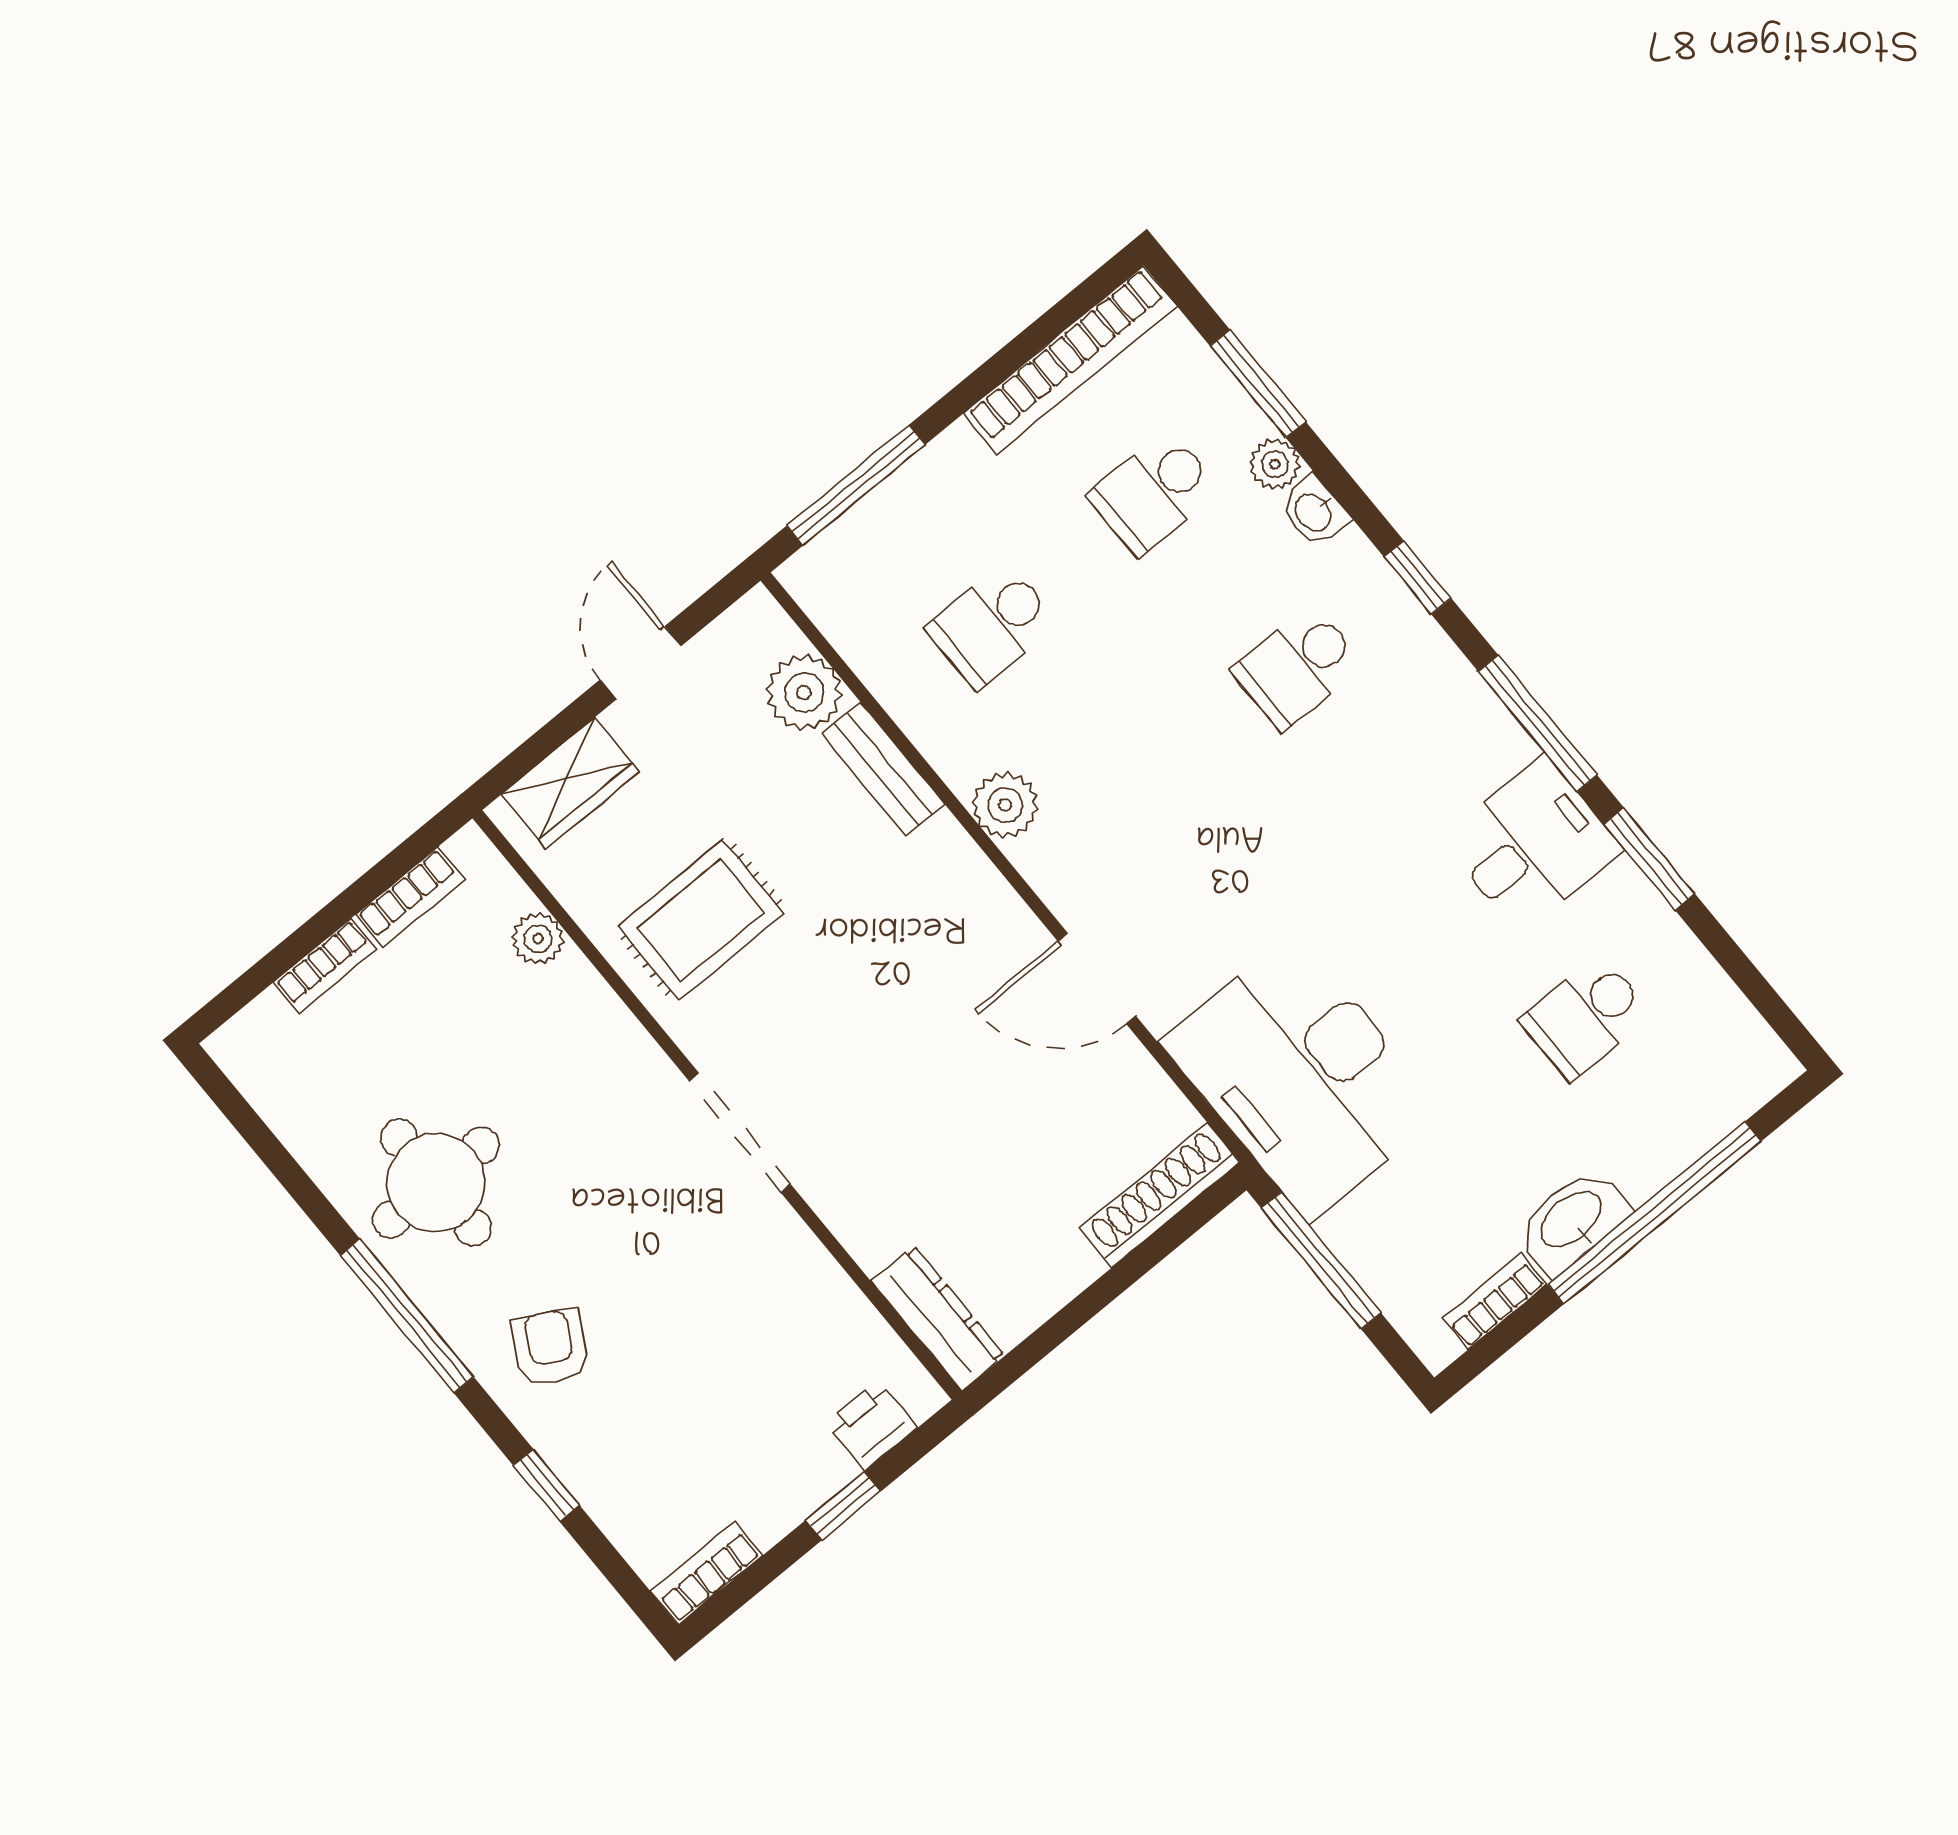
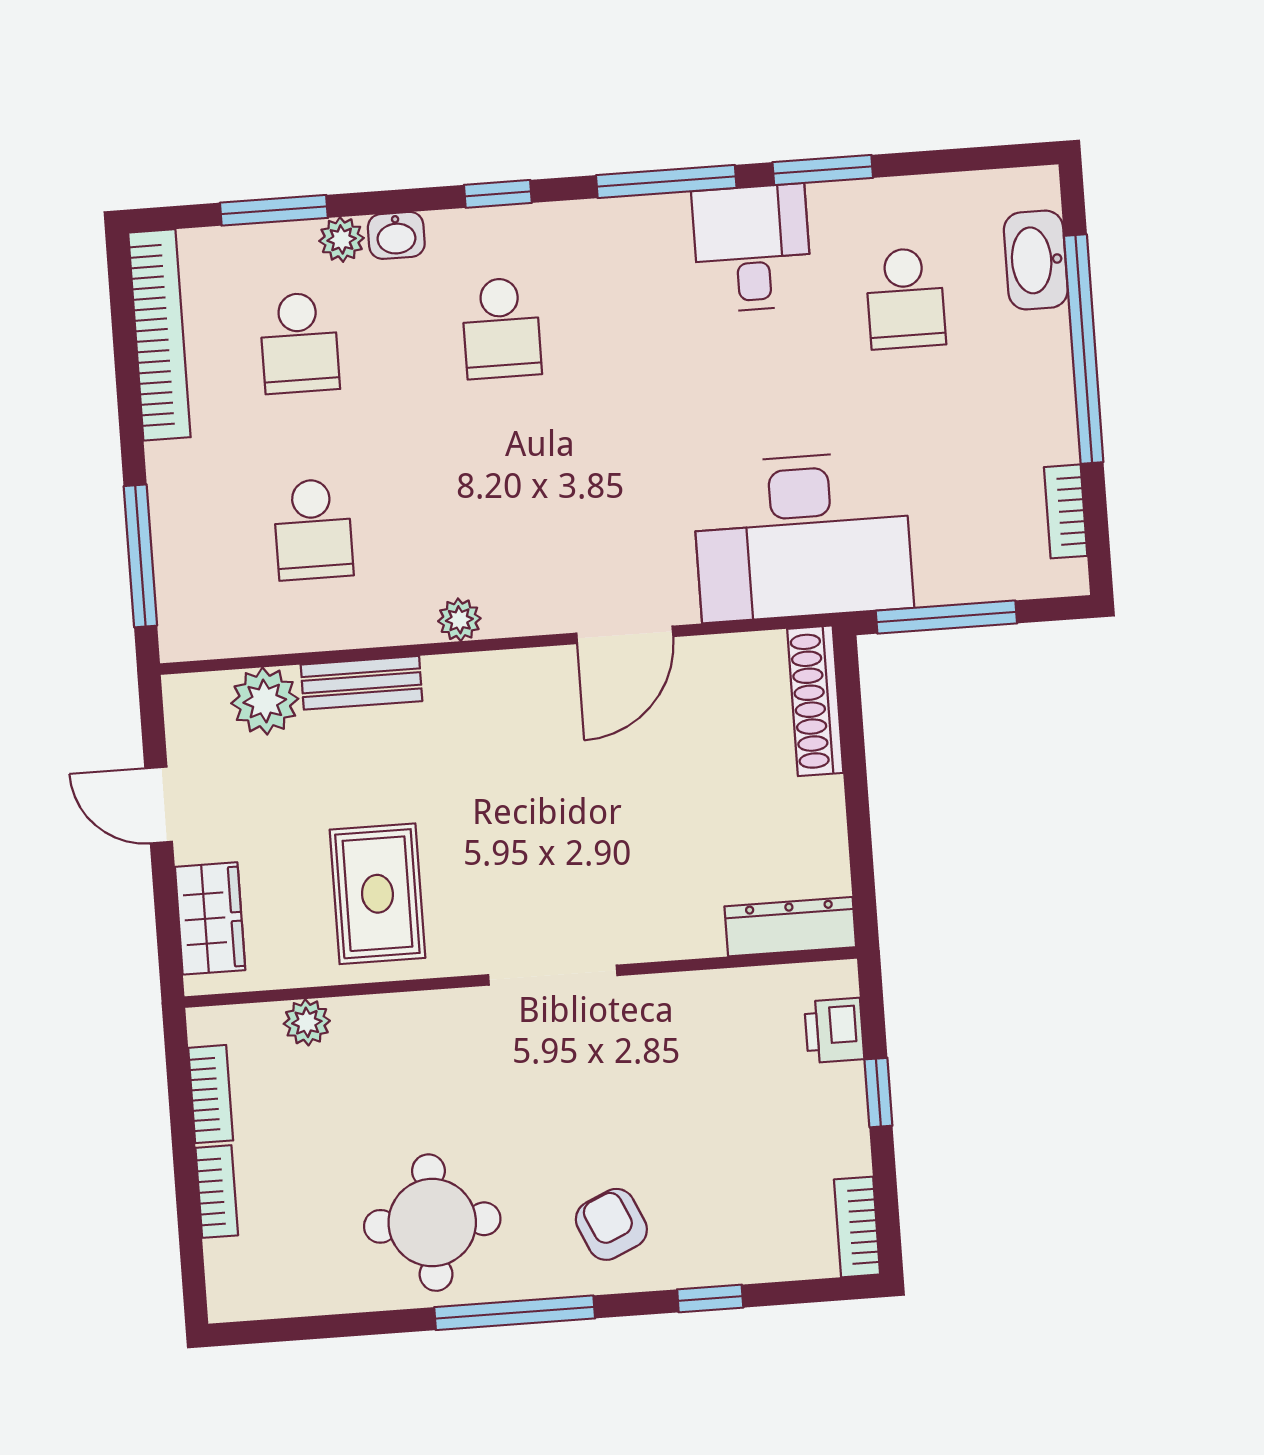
plant: (1005, 805) -> (459, 620), width x0.73, depth x0.73
washbasin: (1572, 1221) -> (1036, 260), moved
armchair: (550, 1347) -> (611, 1224), turned 37

